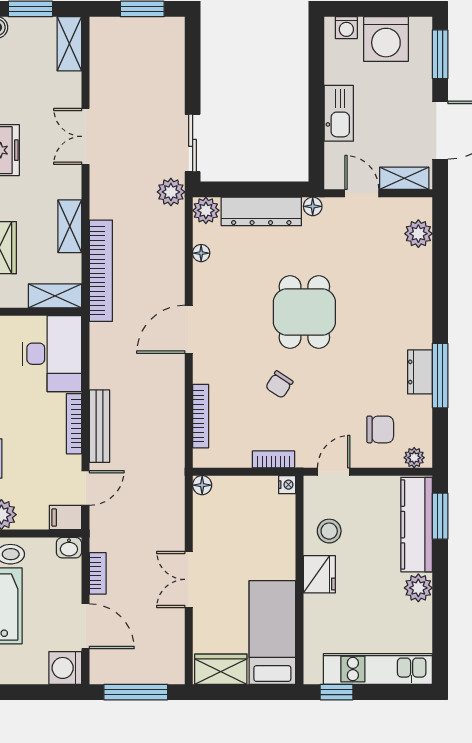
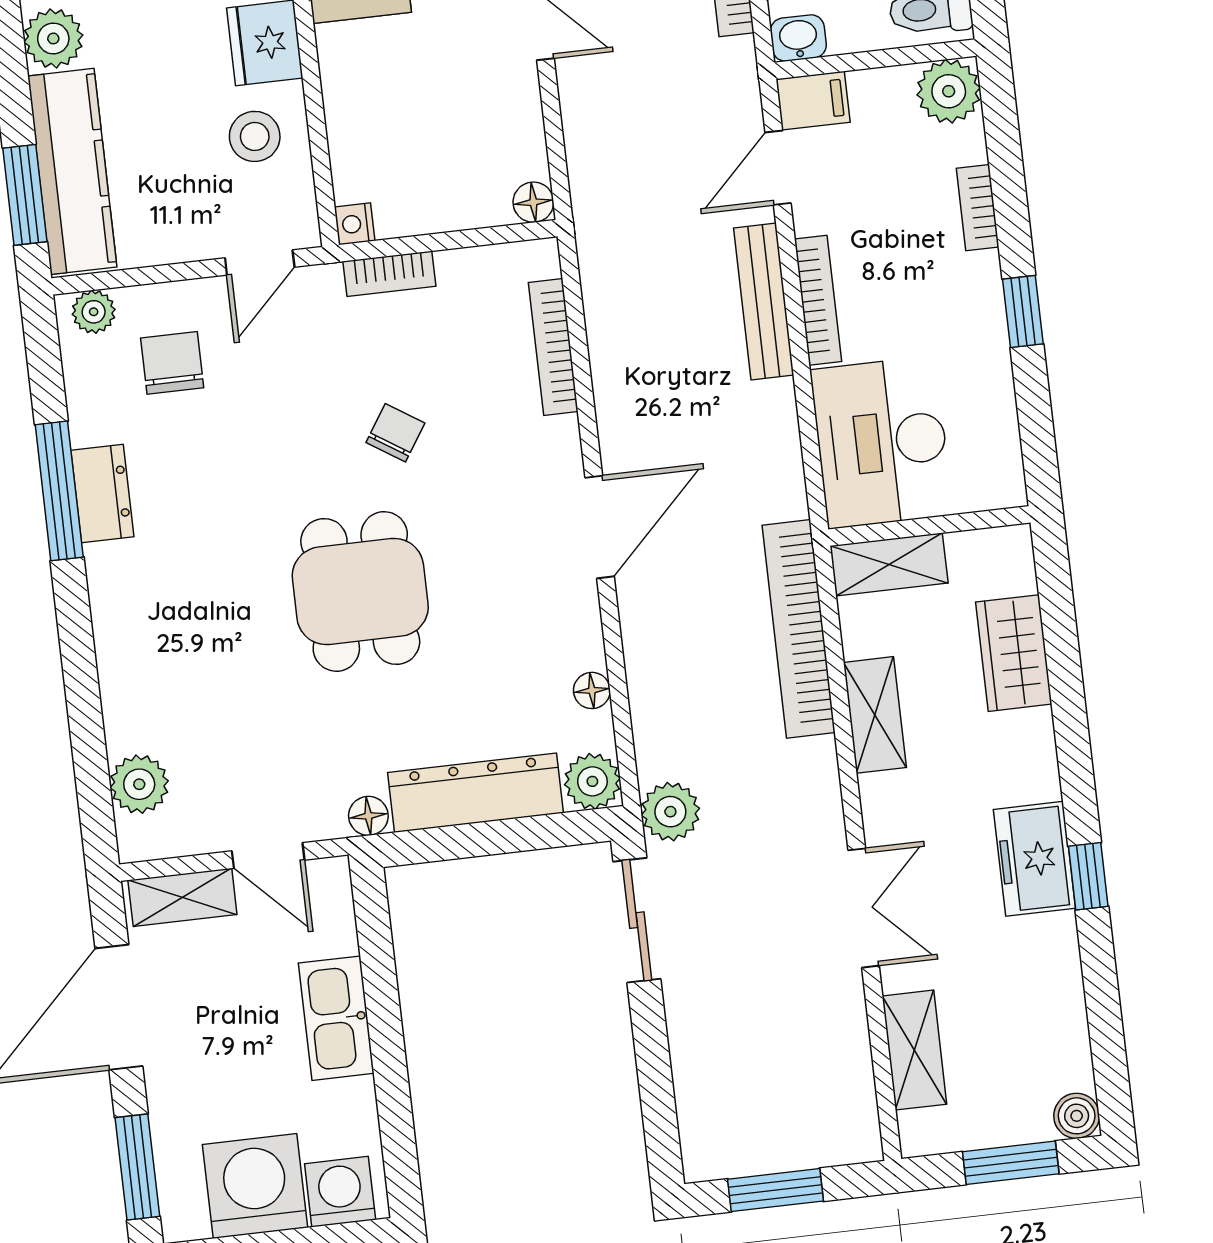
washing machine: (346, 28) -> (340, 1192), width x1.38, depth x1.38
shelving: (69, 44) -> (914, 1050), moved
chair: (380, 429) -> (172, 363), turned 90

